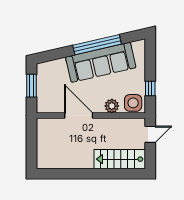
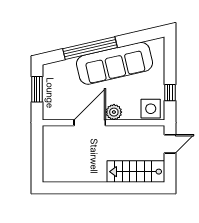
window: (97, 45) -> (90, 48), moved
plant: (112, 106) -> (114, 112), moved
door: (79, 115) -> (90, 123), hinge flipped

